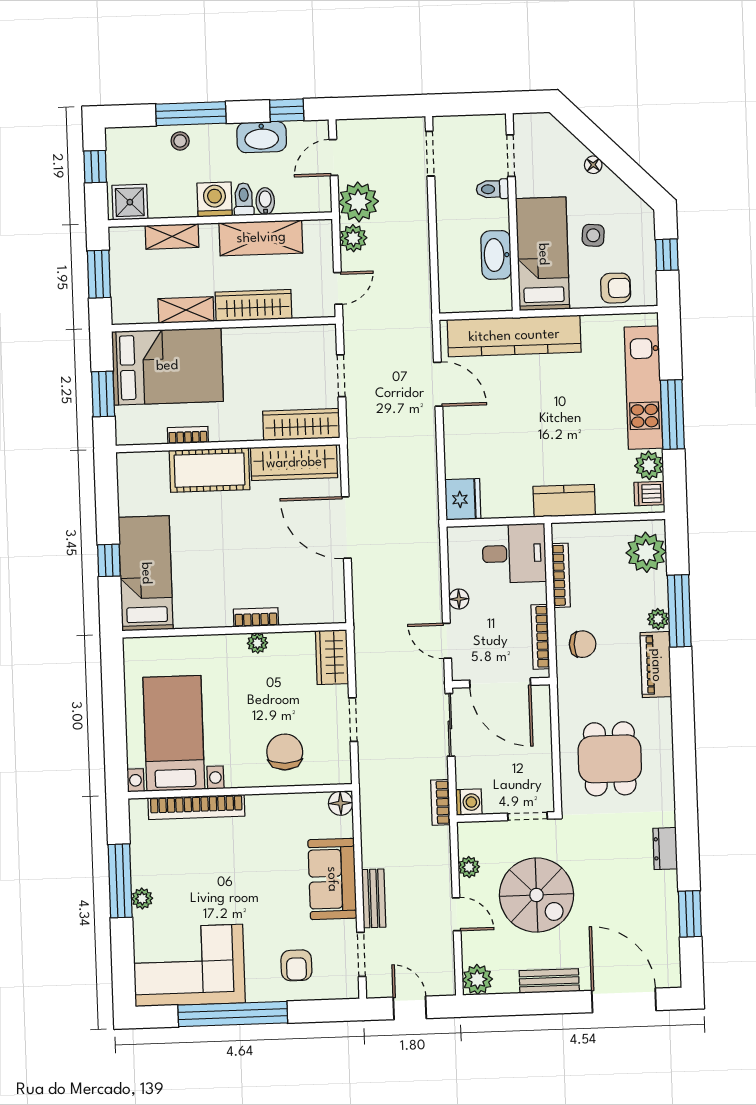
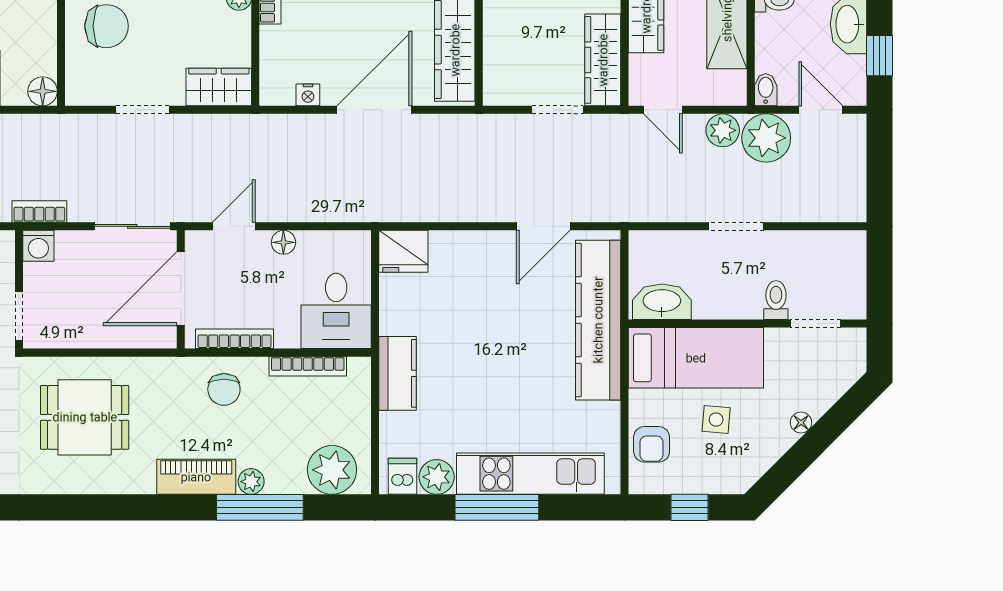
doorway: (430, 154) -> (736, 226), moved
bidet: (265, 201) -> (766, 90), moved, turned -90
washbasin: (496, 255) -> (662, 302), moved
wardrobe: (301, 424) -> (603, 60), moved, turned 180
nightstand: (336, 583) -> (308, 95), added

